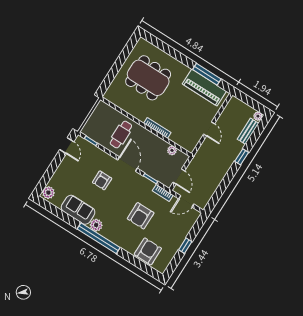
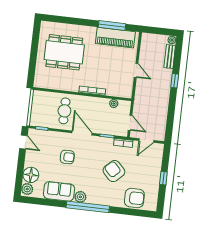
armchair: (102, 180) -> (67, 157), turned -90
floor lamp: (59, 181) -> (31, 175), added
armchair: (141, 216) -> (114, 171), turned 136
armchair: (148, 251) -> (134, 198), turned 90

